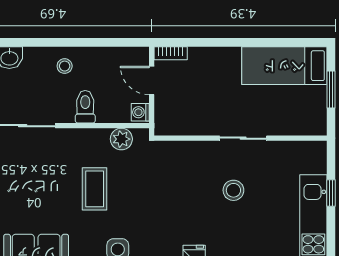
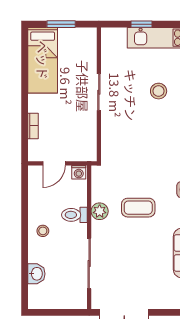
bookcase: (171, 53) -> (33, 126), moved
plant: (121, 139) -> (100, 211), moved
stool: (233, 190) -> (159, 91), moved

